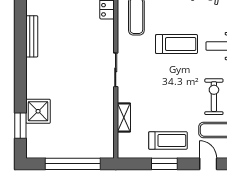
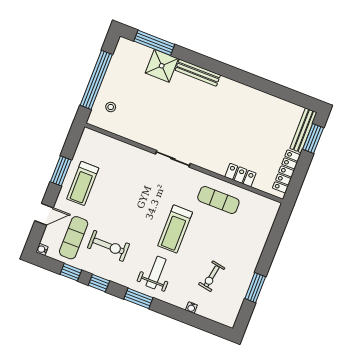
bench: (32, 36) -> (198, 73), moved
shelving: (124, 118) -> (122, 149), removed
window: (20, 126) -> (154, 43), width x1.44
stool: (92, 142) -> (111, 107), added

